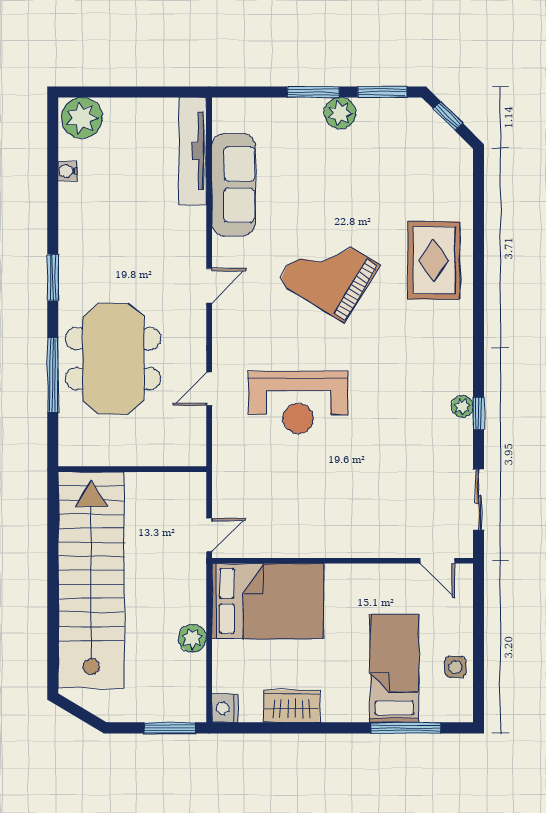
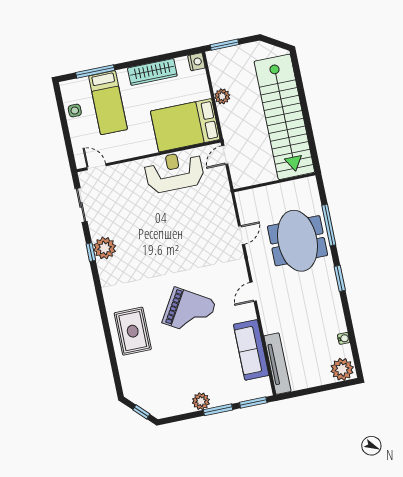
window: (382, 92) -> (253, 403), moved
reception desk: (298, 402) -> (174, 172), moved
plant: (462, 406) -> (105, 248), width x1.88, depth x1.88
wardrobe: (292, 706) -> (152, 72), width x1.50

